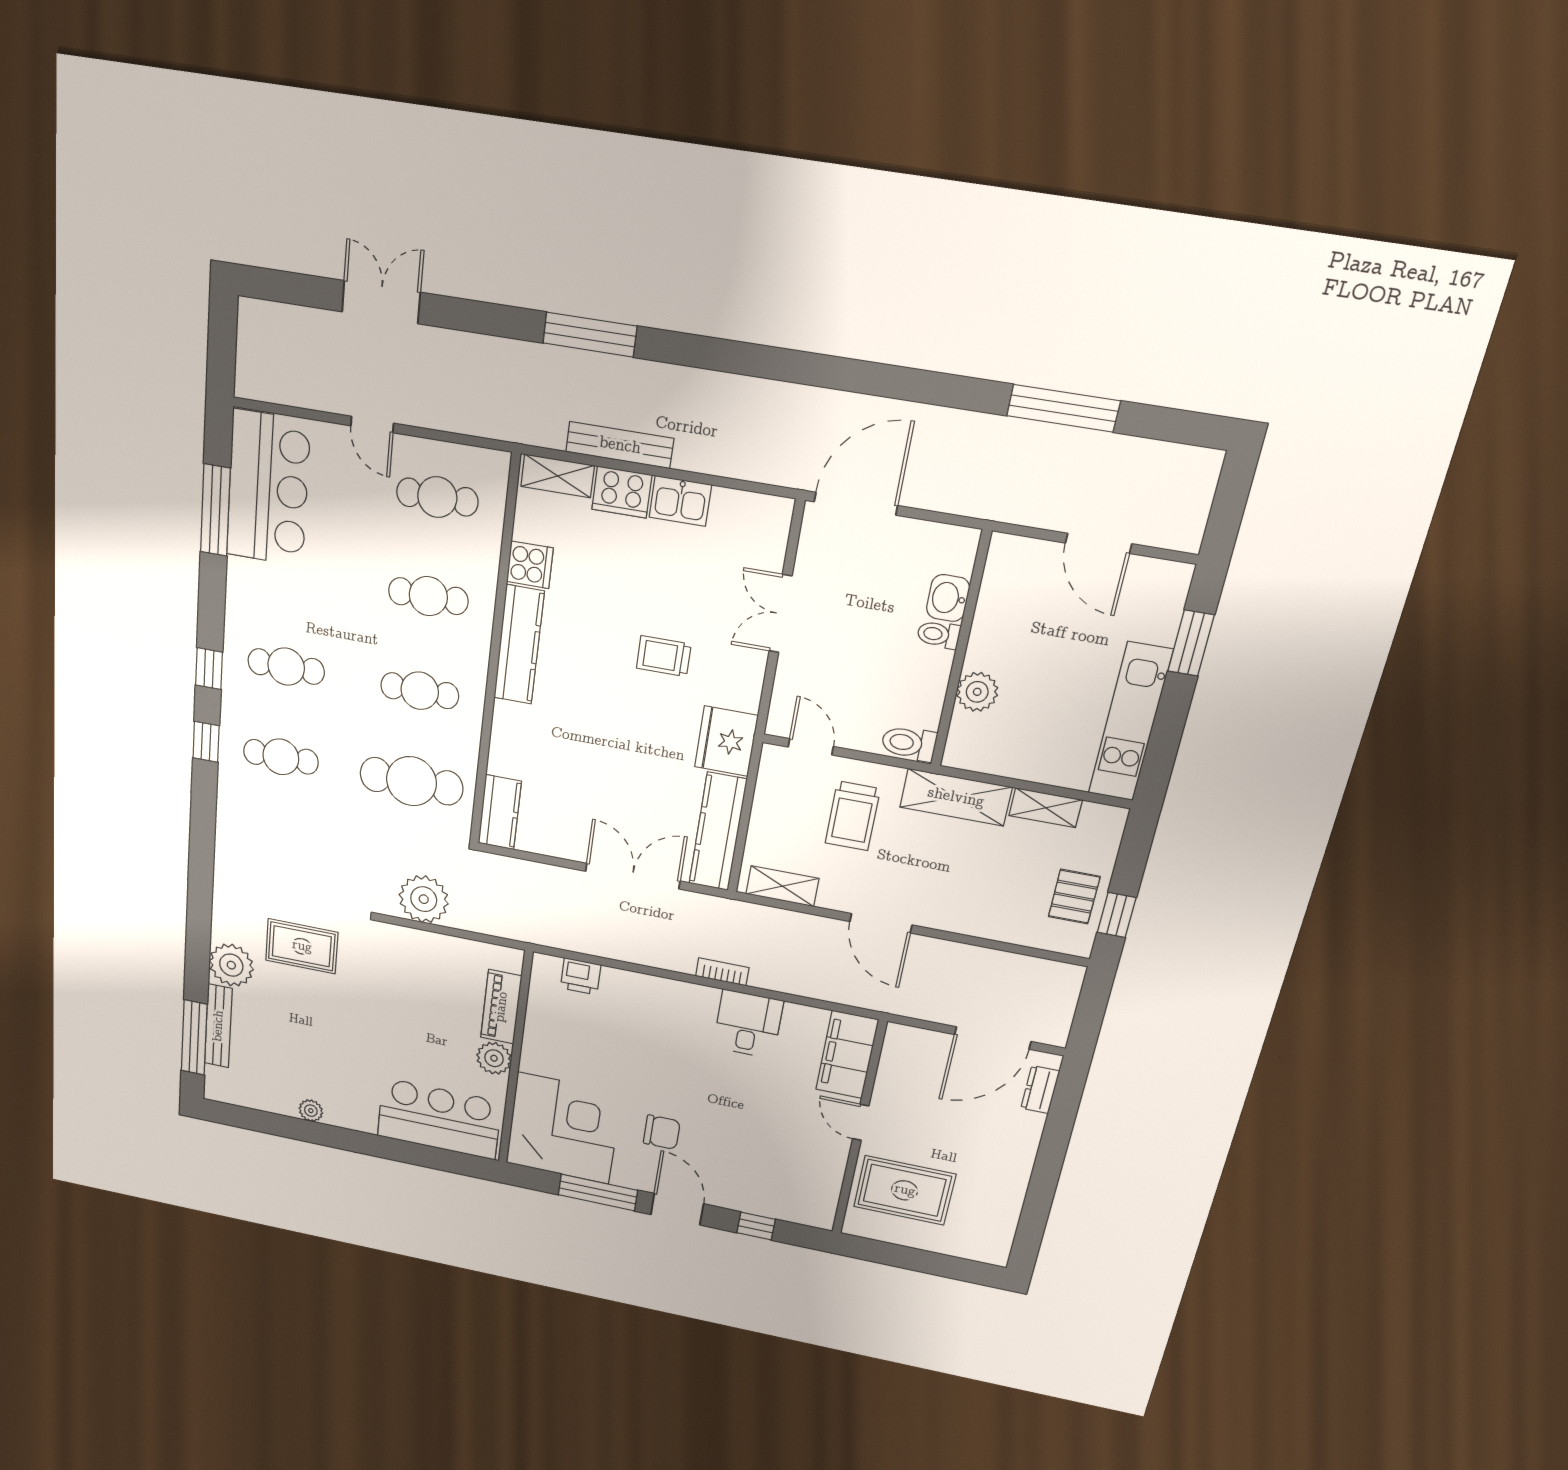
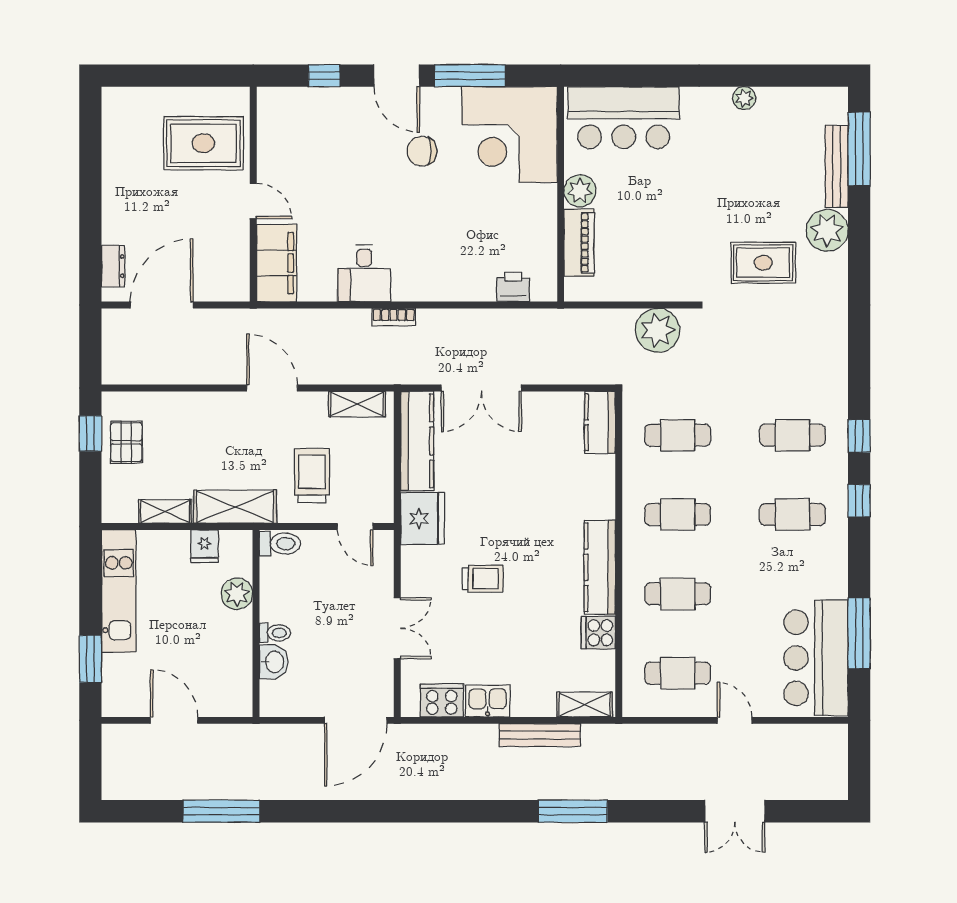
cooker: (622, 492) -> (442, 700), moved
fridge: (1005, 757) -> (205, 546), added
cafe table: (411, 781) -> (678, 435), width x0.73, depth x0.74

